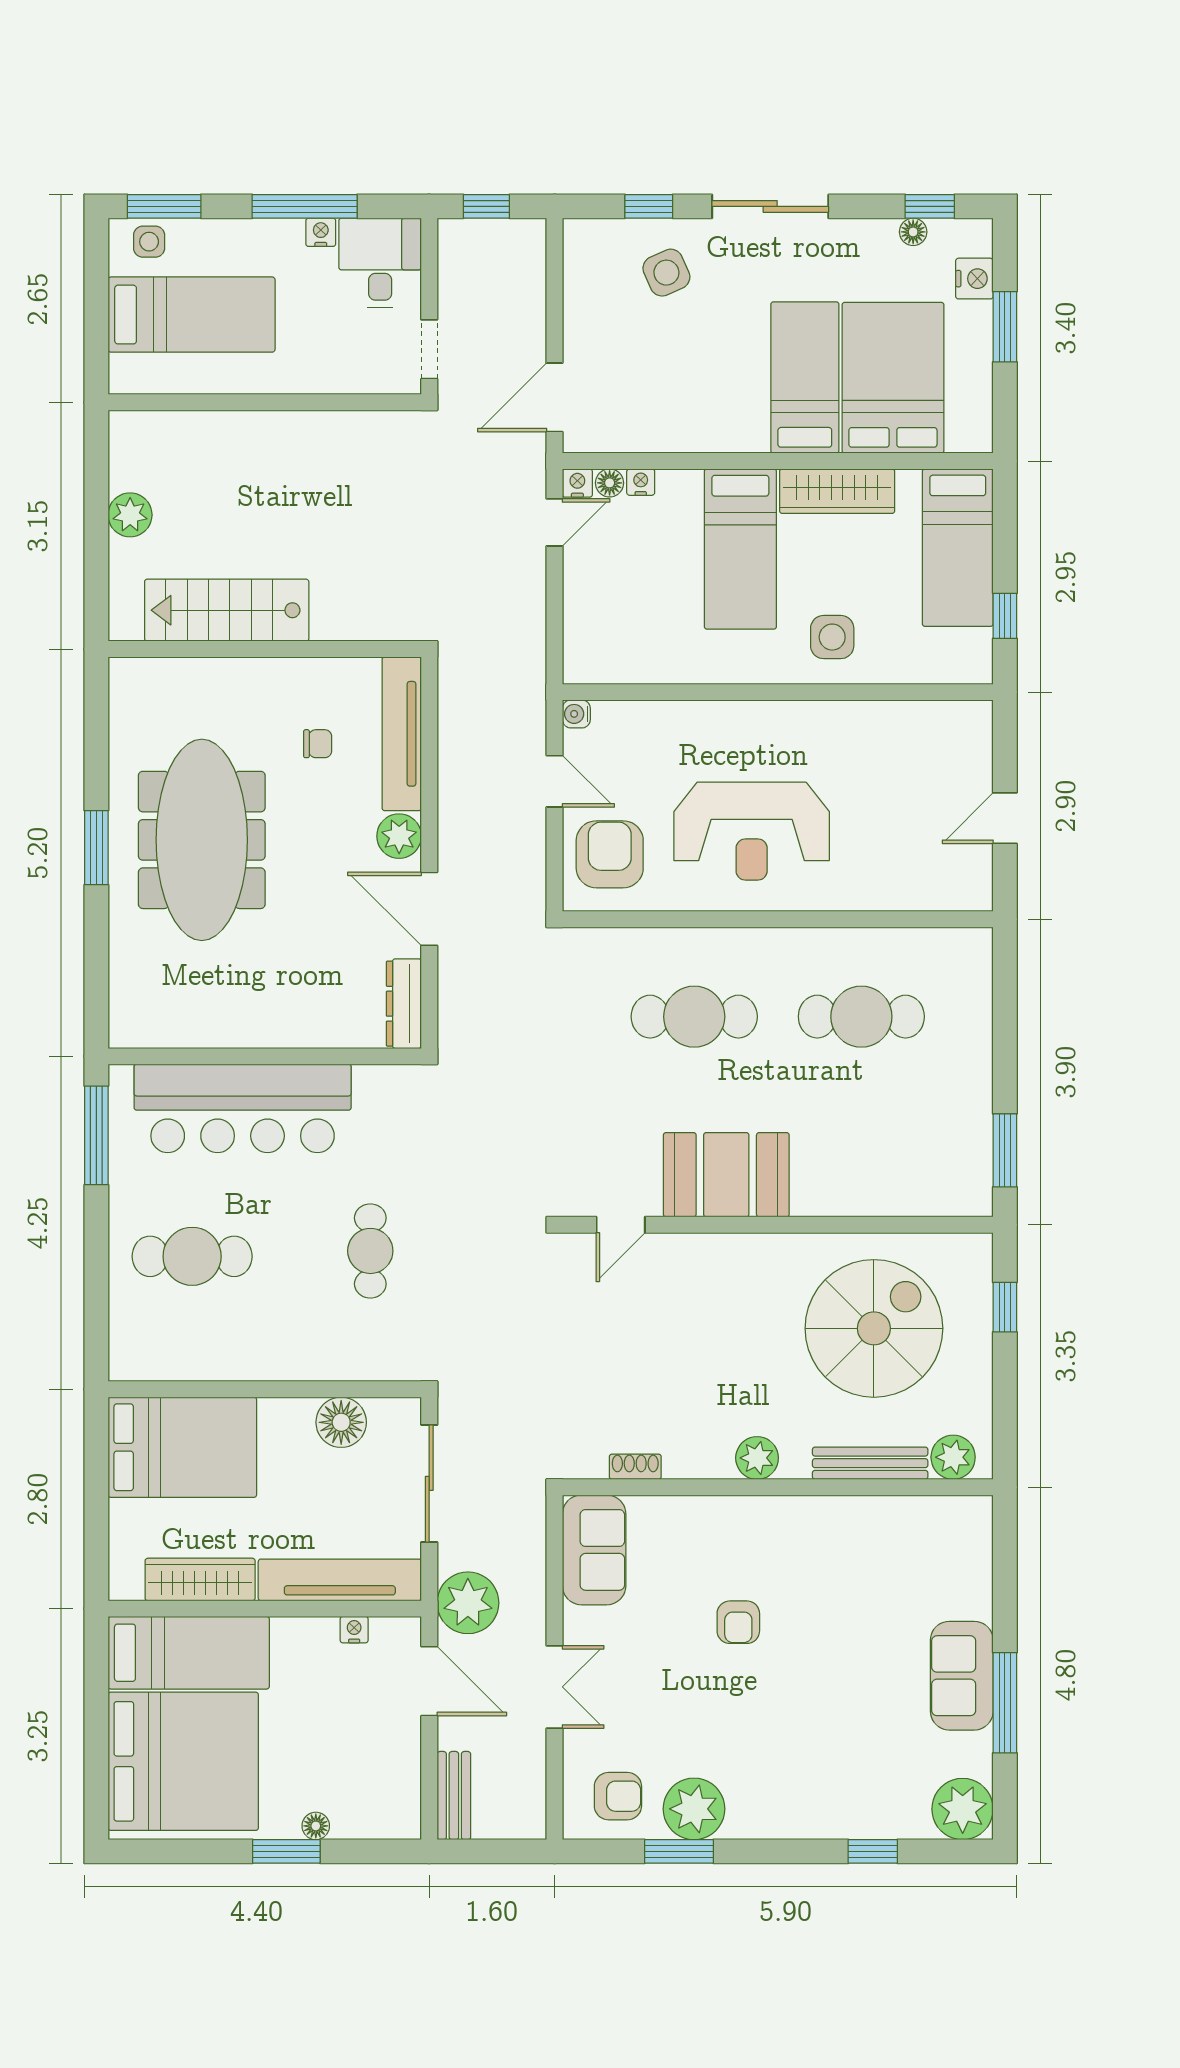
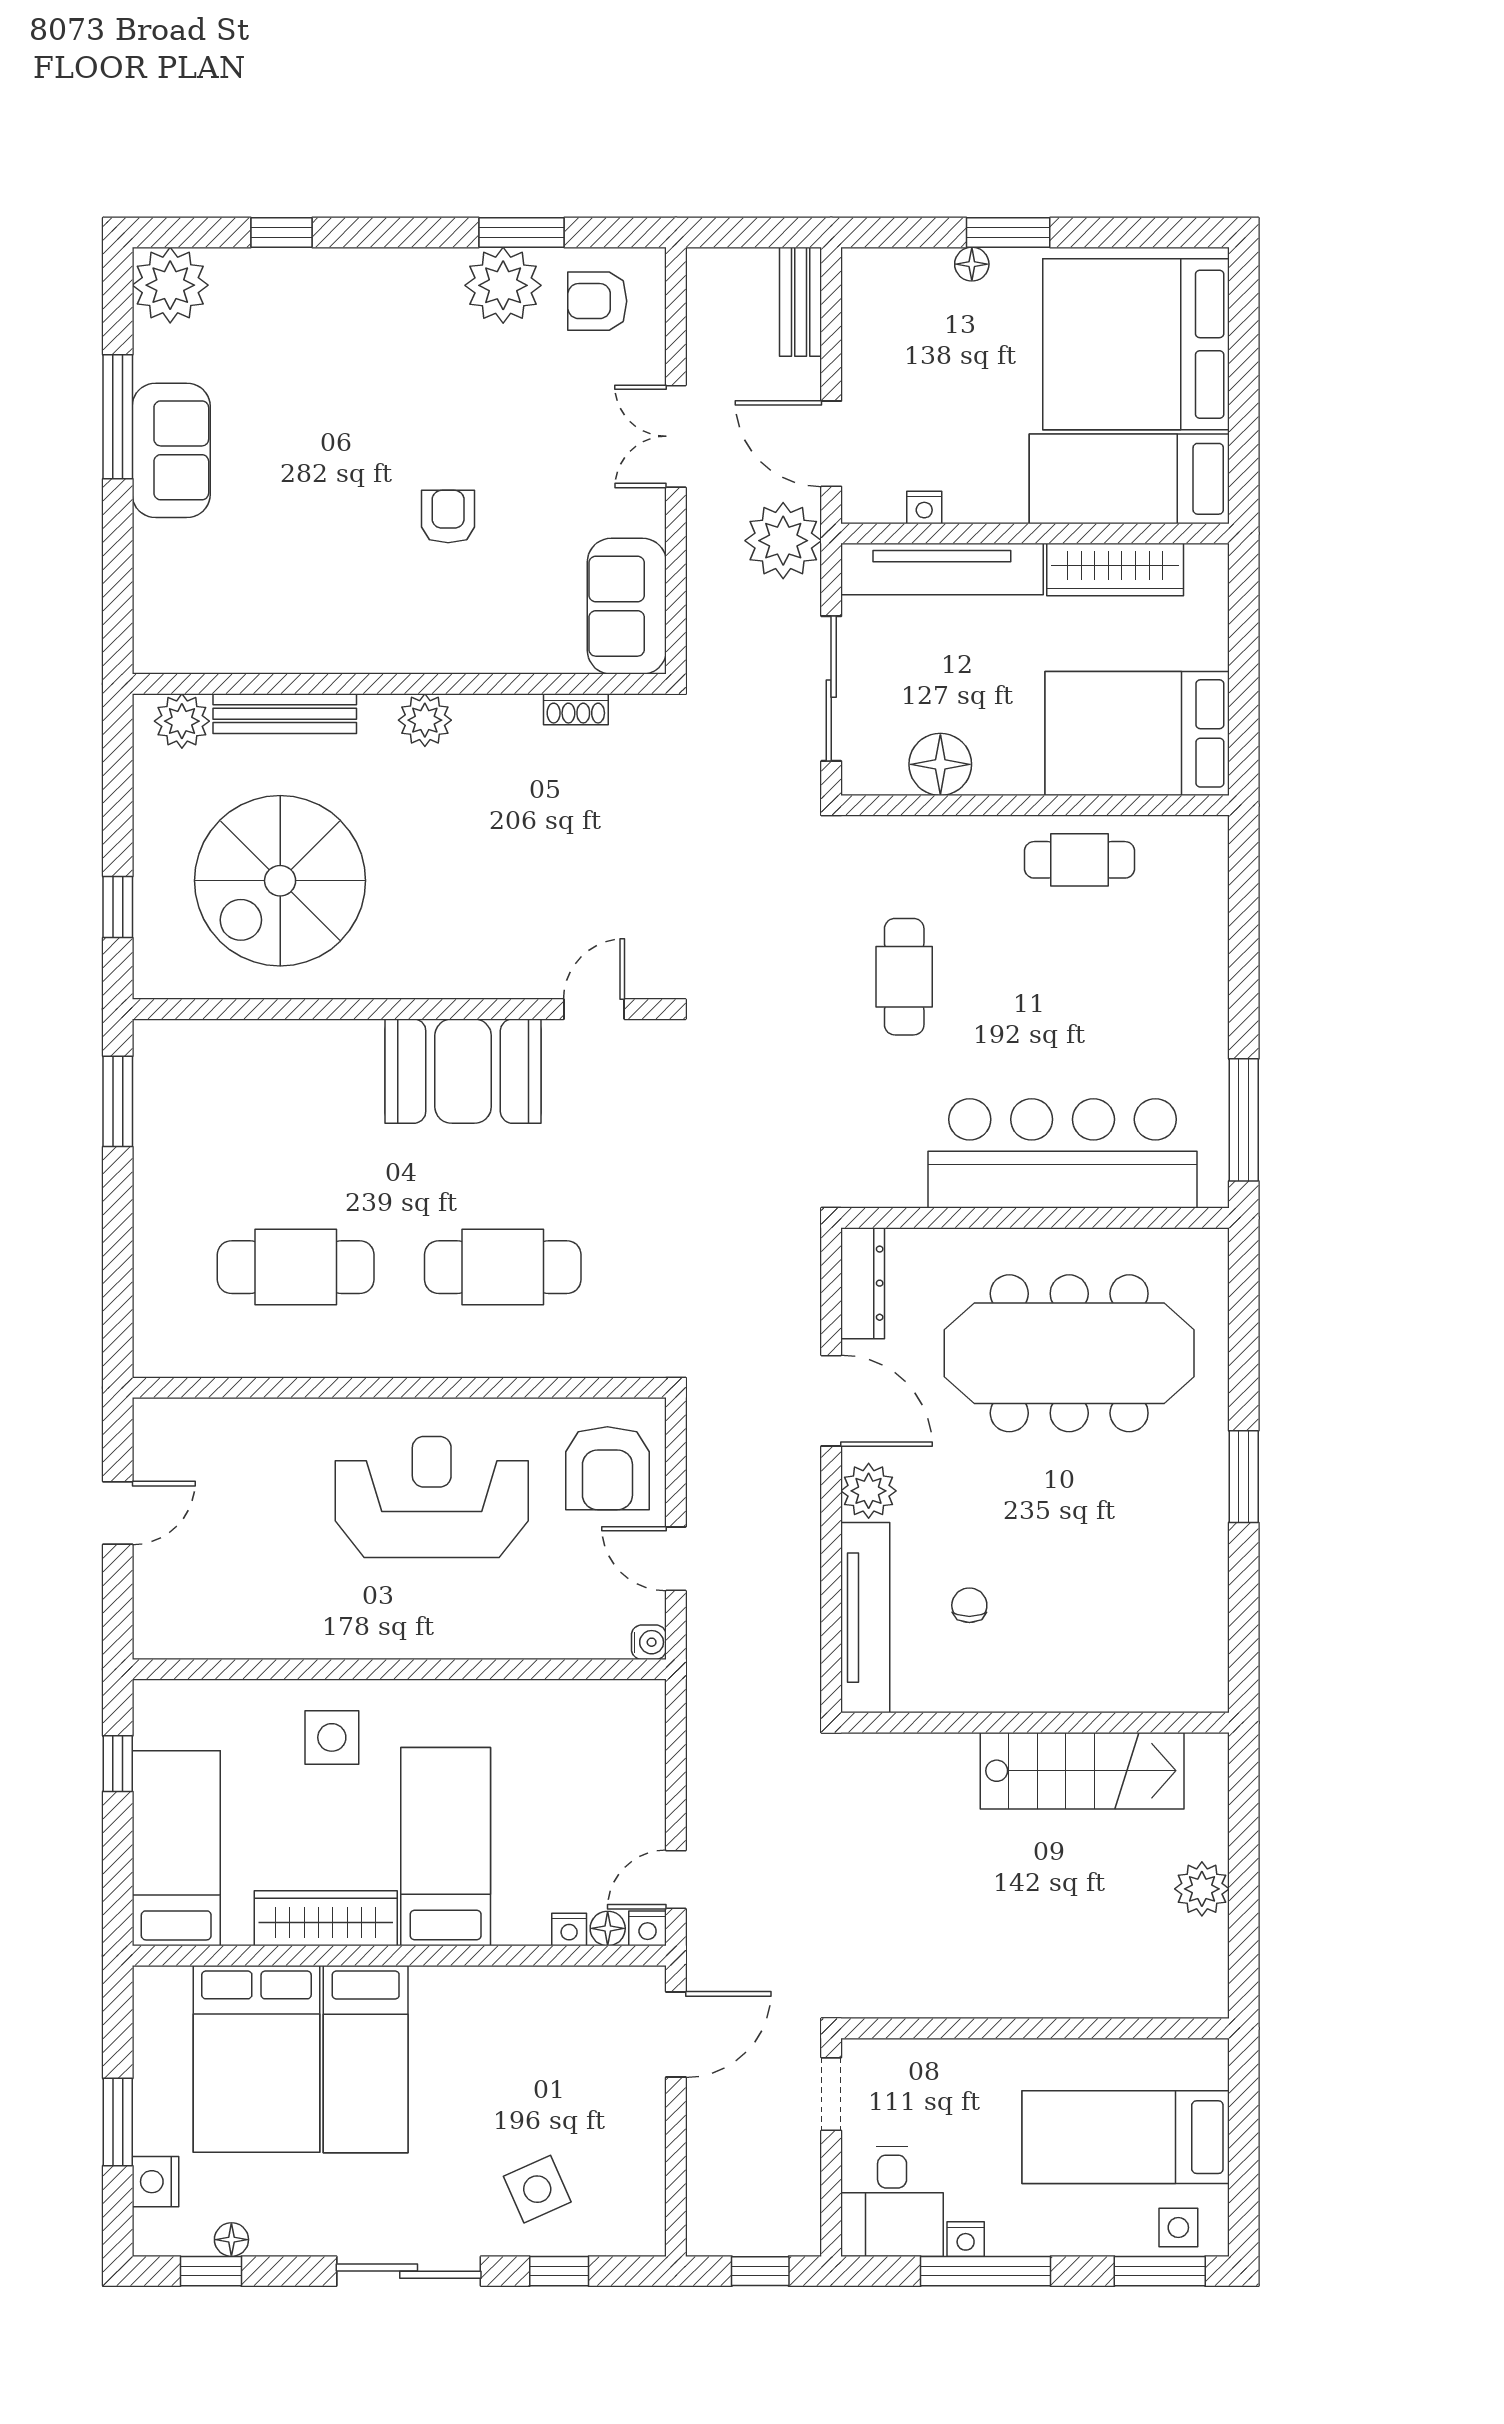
chair: (318, 744) -> (969, 1605), turned 90
meeting table: (202, 840) -> (1069, 1353), moved, turned 90
cafe table: (192, 1256) -> (1080, 860), moved, width x0.73, depth x0.74

